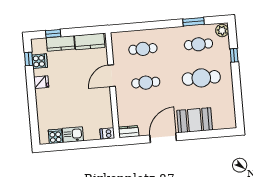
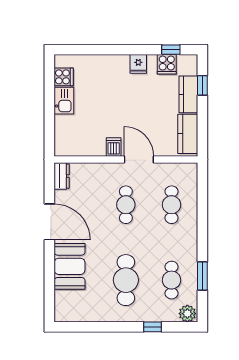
dishwasher: (107, 134) -> (114, 147), moved

